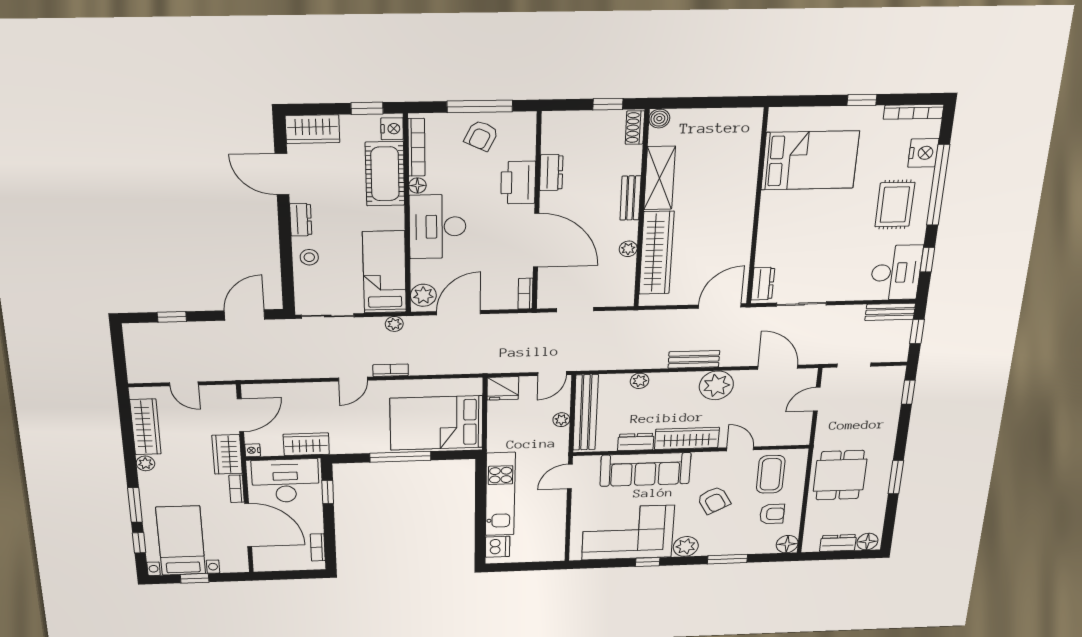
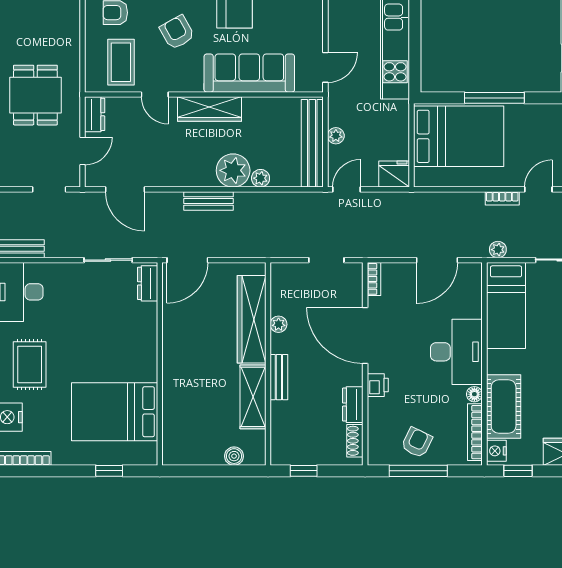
window: (862, 100) -> (109, 471), moved
boiler: (659, 119) -> (234, 456), moved
shoe rack: (635, 128) -> (355, 441), moved, turned 180
printer: (518, 183) -> (378, 385), width x0.53, depth x0.68
plant: (423, 295) -> (470, 280), removed
plant: (716, 385) -> (233, 170), moved
dresser: (636, 442) -> (95, 114), moved, turned -90
dining table: (840, 475) -> (35, 95), moved

